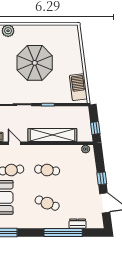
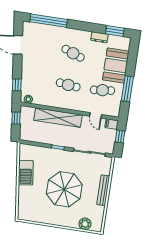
barbecue: (78, 87) -> (26, 173), moved
window: (102, 178) -> (17, 85), moved
dresser: (78, 224) -> (99, 37), moved
window: (63, 233) -> (49, 21), moved

